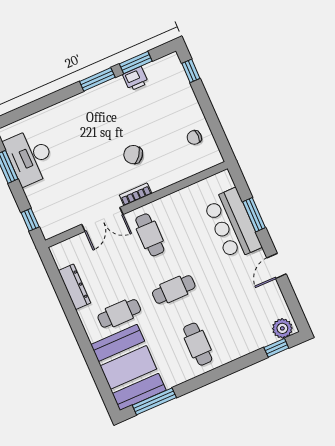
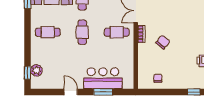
plant: (282, 328) -> (36, 70), moved

